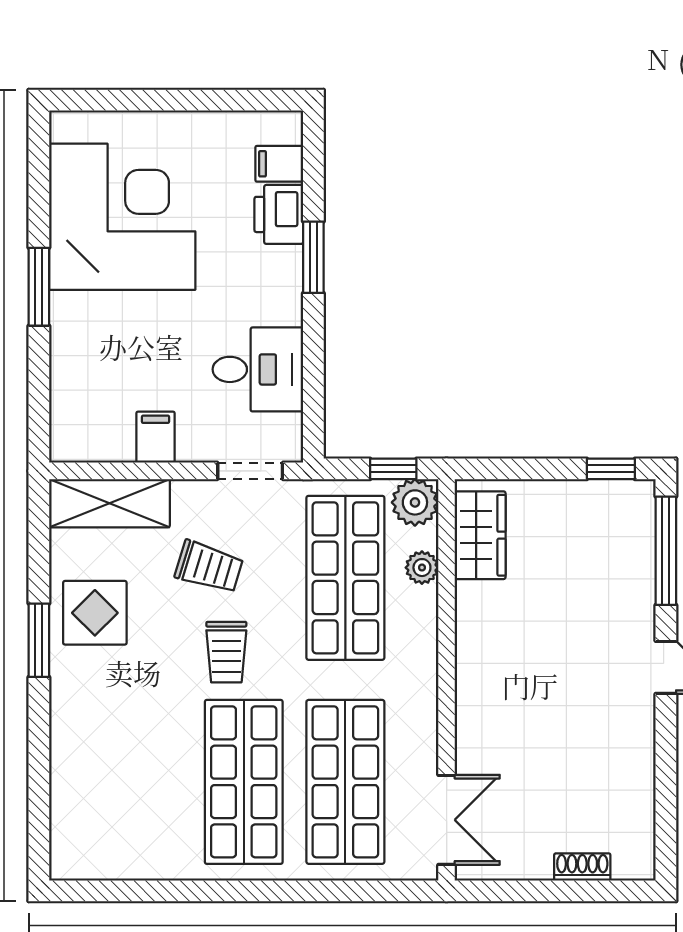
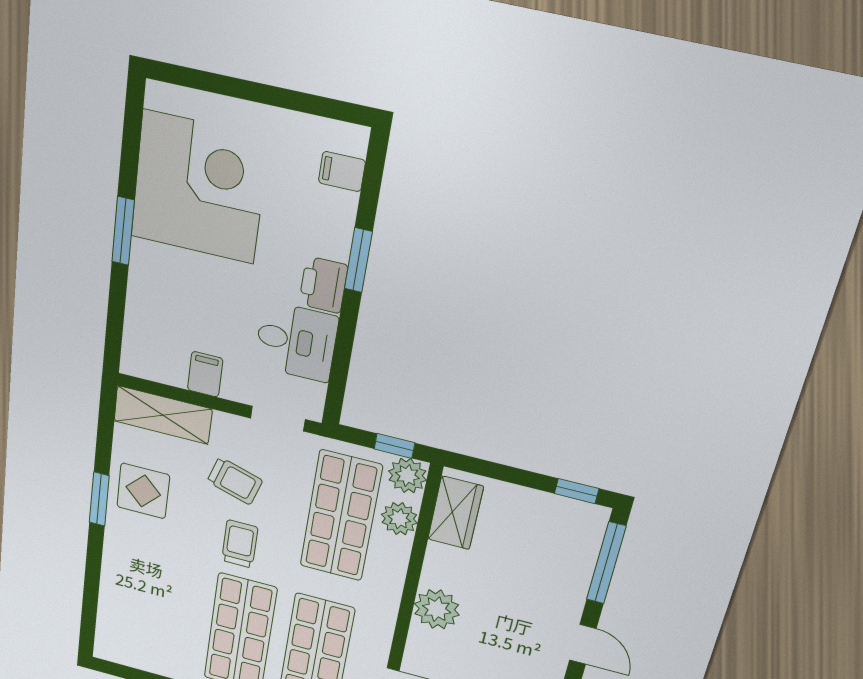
printer: (279, 214) -> (323, 285), moved
plant: (422, 568) -> (399, 519), width x1.38, depth x1.38
trolley: (226, 652) -> (240, 544), turned 180
plant: (484, 672) -> (437, 609), added

